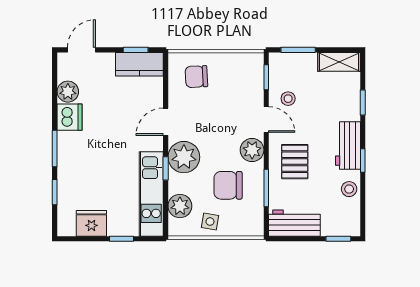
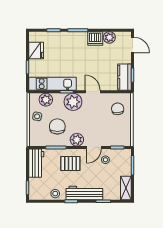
workbench: (348, 145) -> (84, 193), width x1.38

